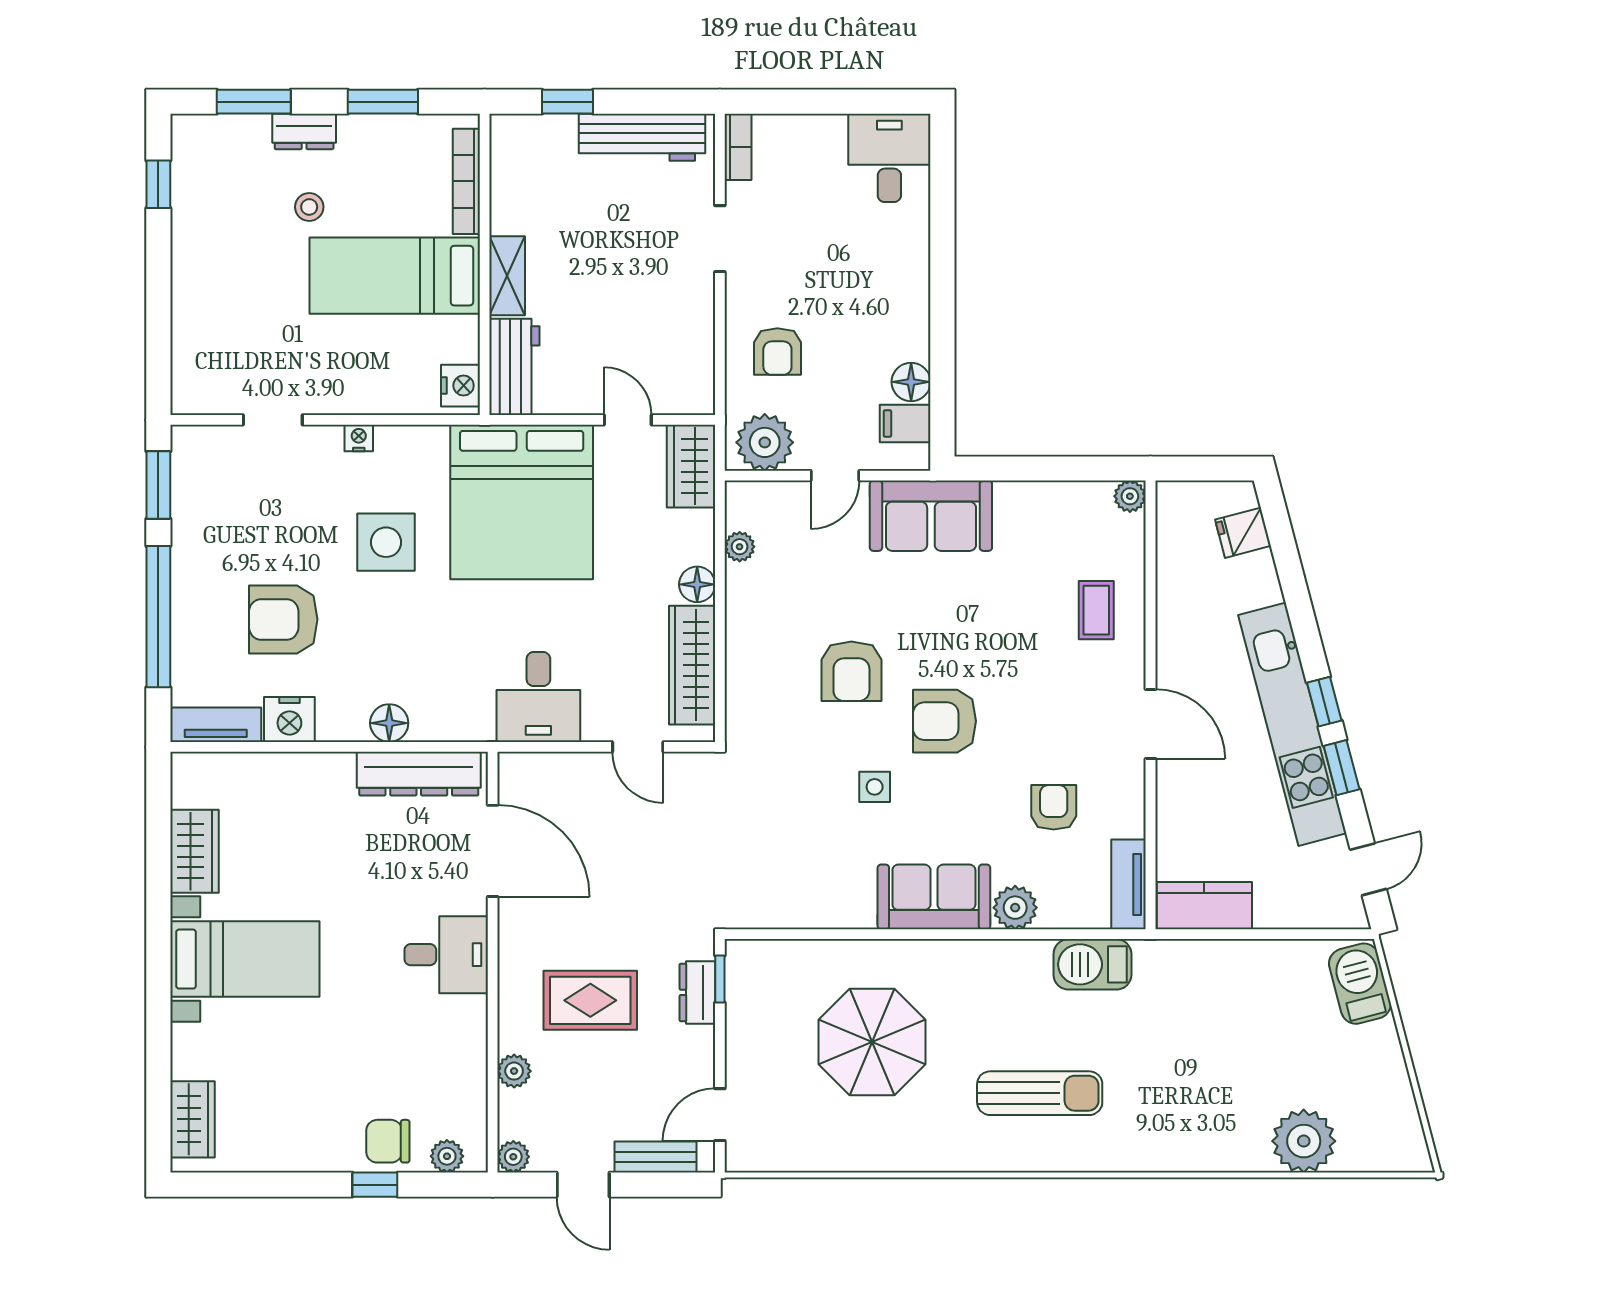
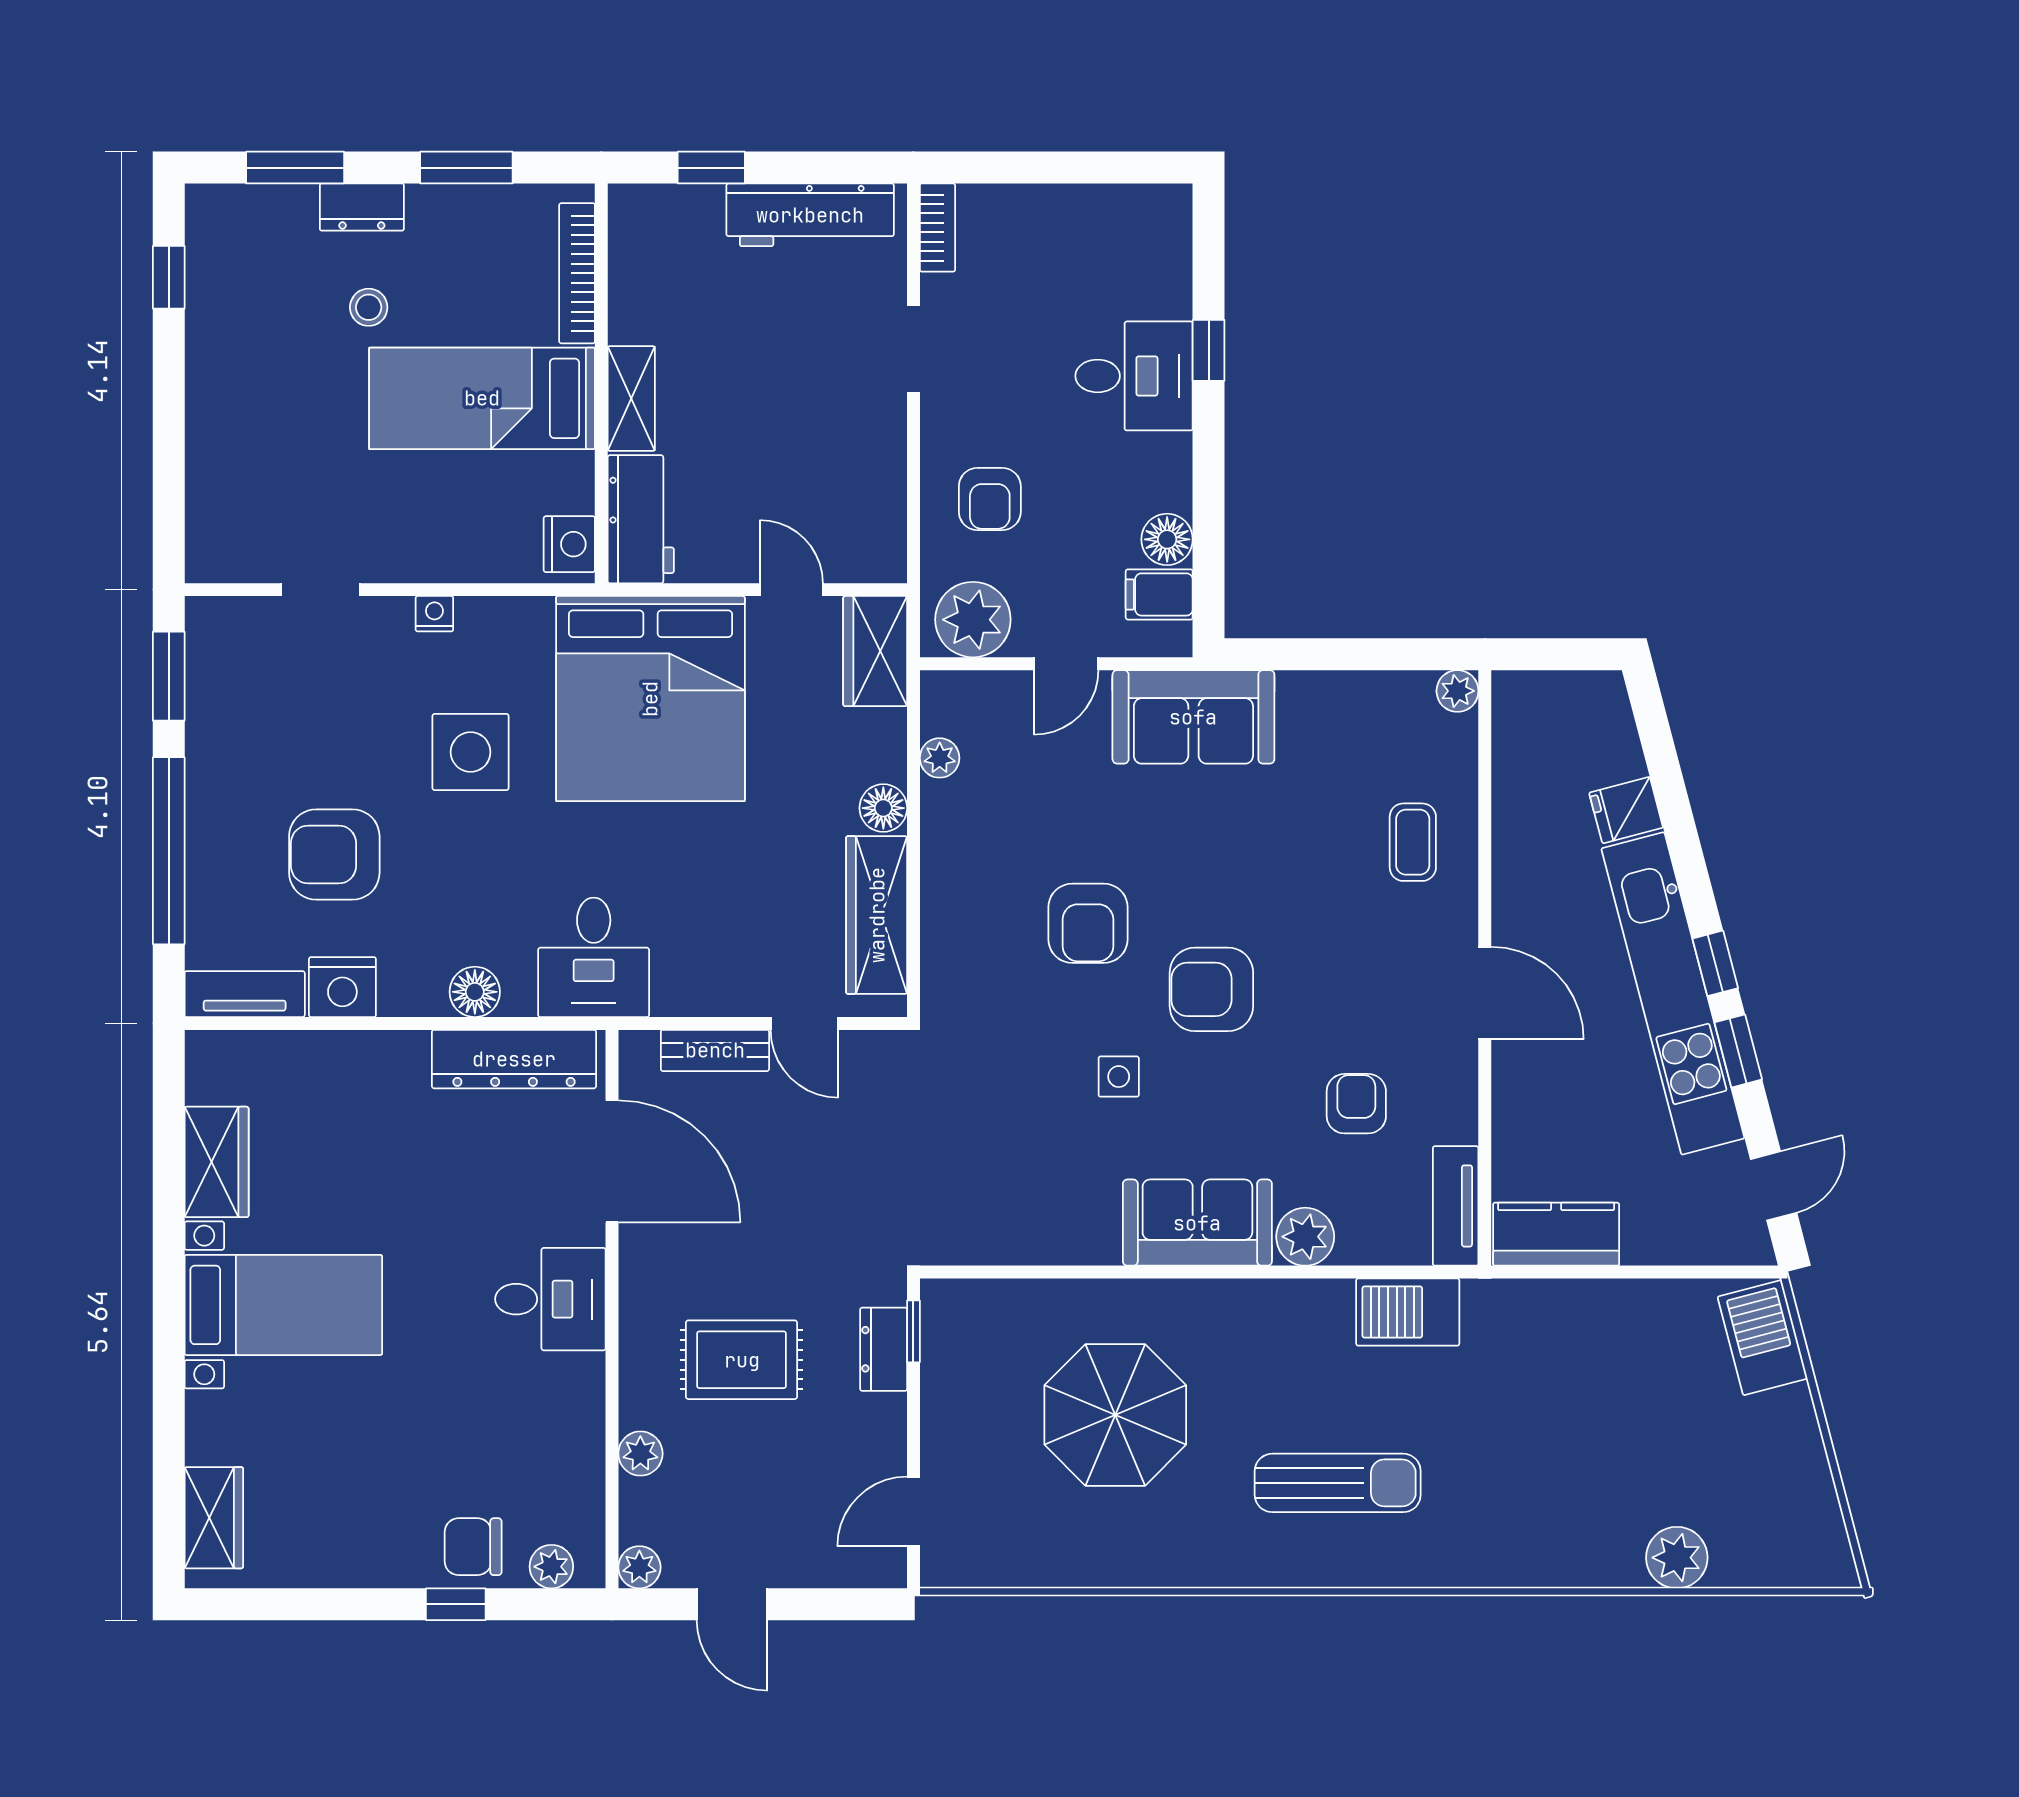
desk: (889, 158) -> (1134, 376), moved, turned 90
window: (942, 239) -> (1209, 350), added
fridge: (1243, 533) -> (1626, 810), moved
desk: (538, 697) -> (594, 957), moved
plant: (1304, 1141) -> (1677, 1558), width x0.73, depth x0.73
bench: (656, 1157) -> (715, 1050), moved

